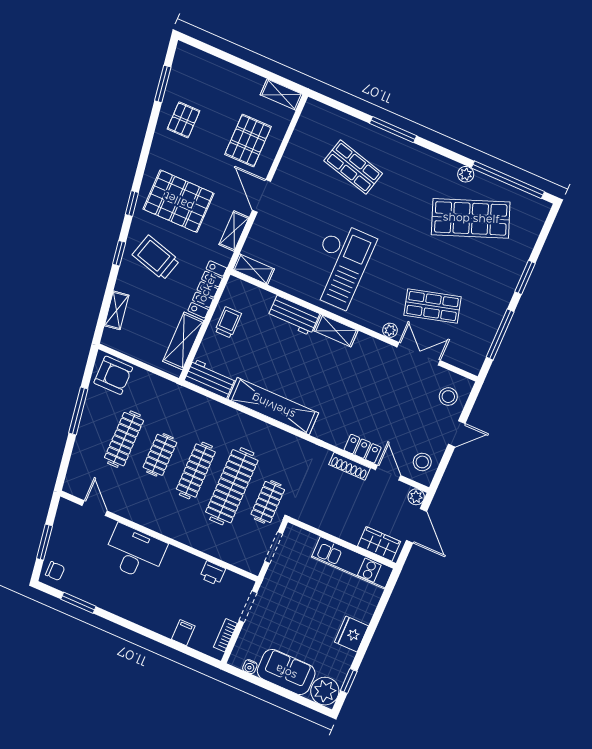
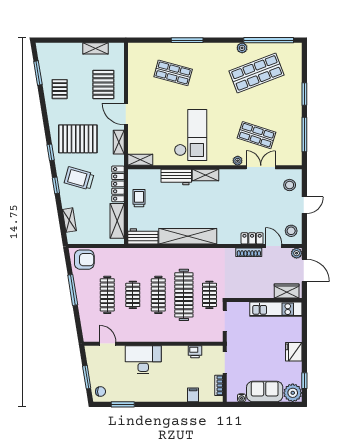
shelving: (282, 95) -> (96, 48), moved
shop shelf: (432, 306) -> (257, 135), turned 33

